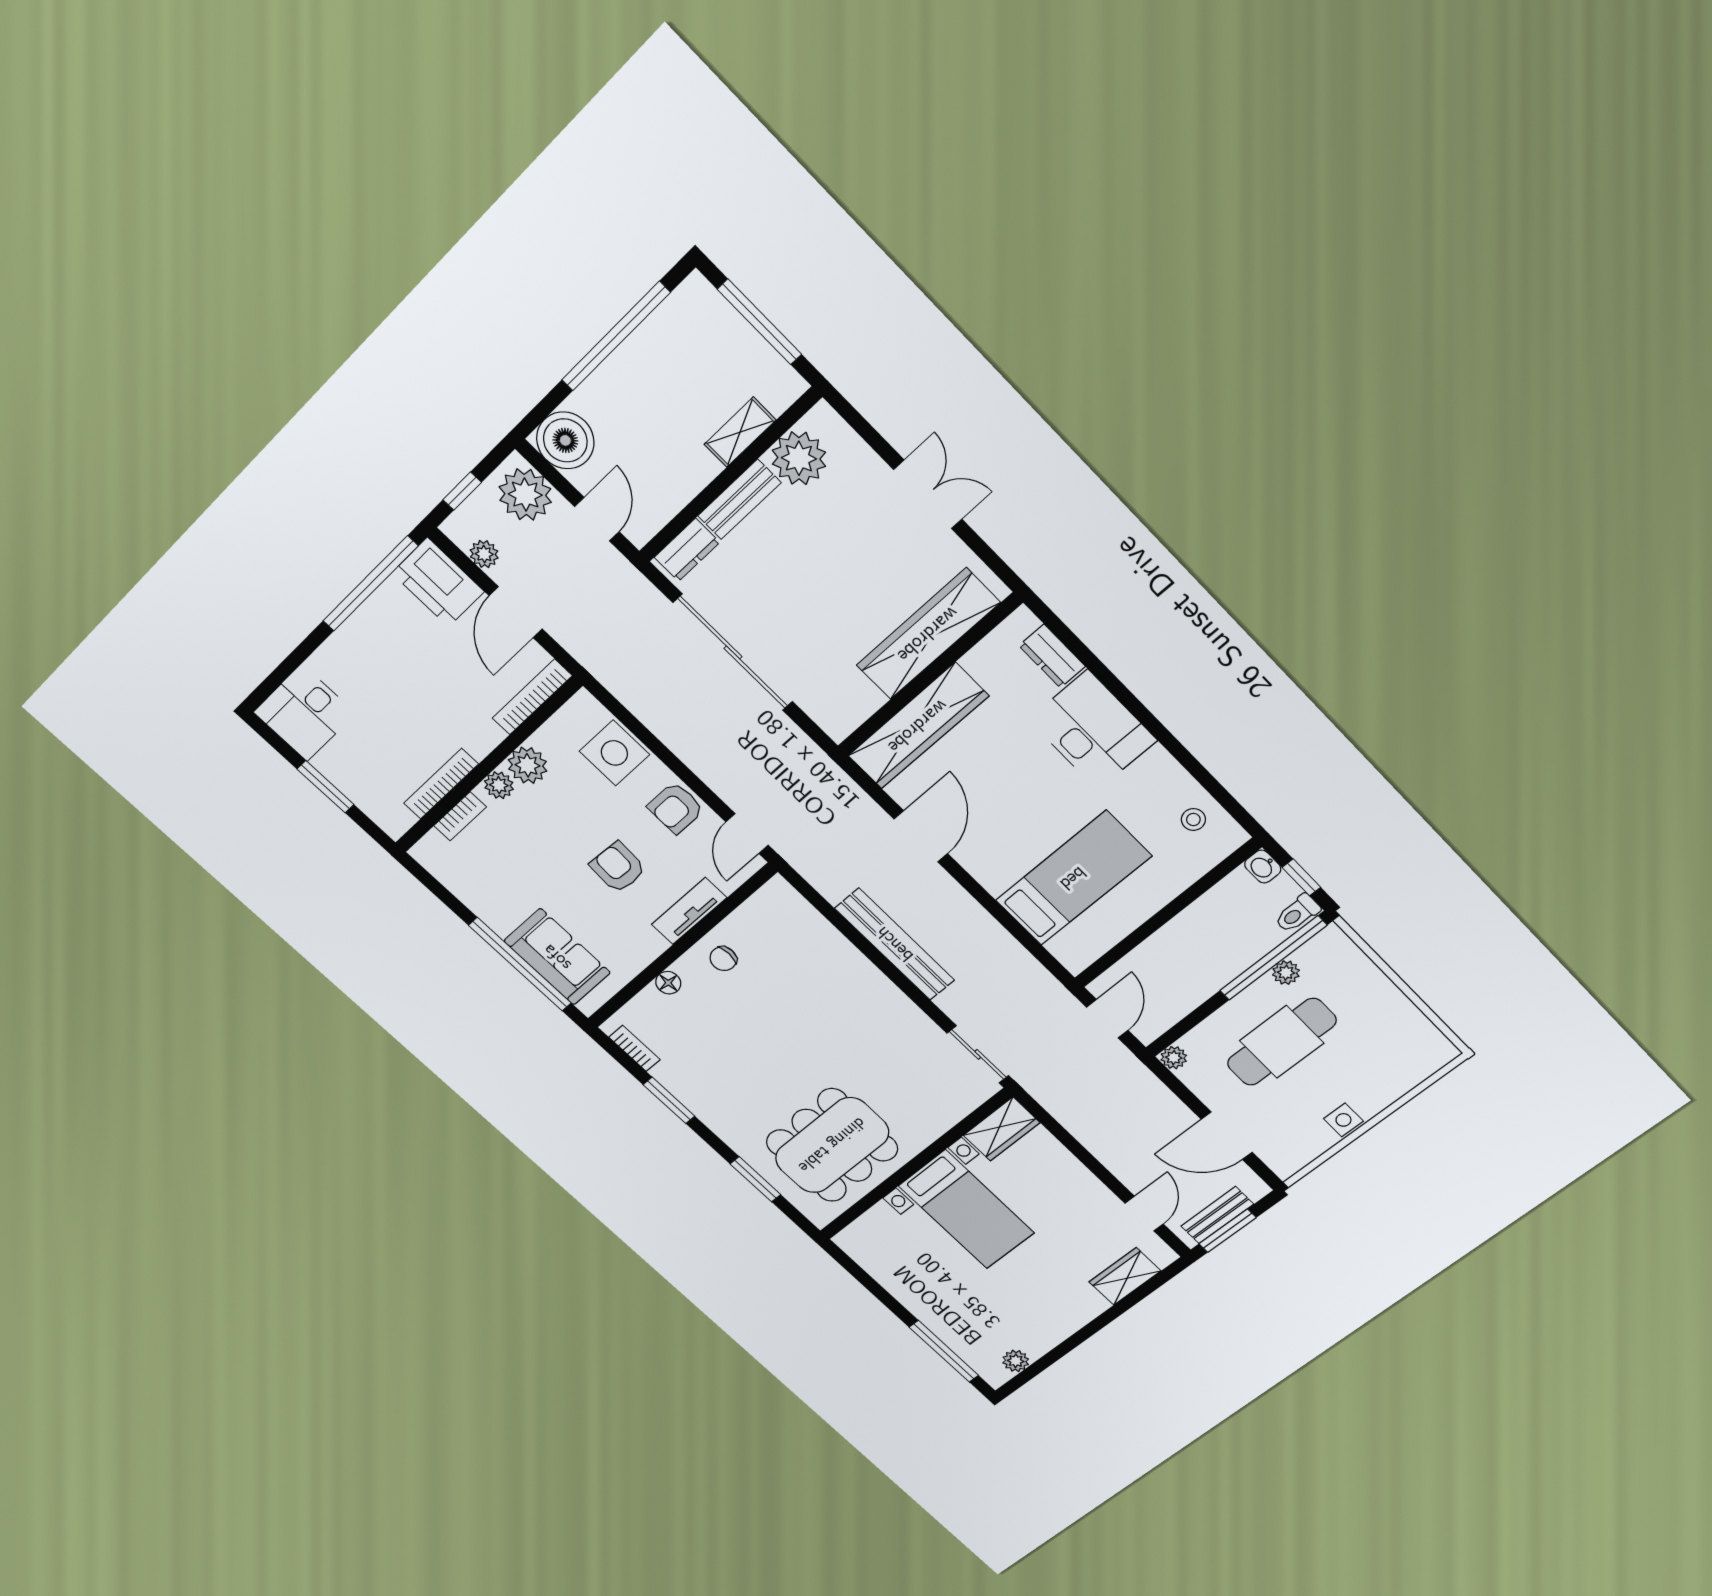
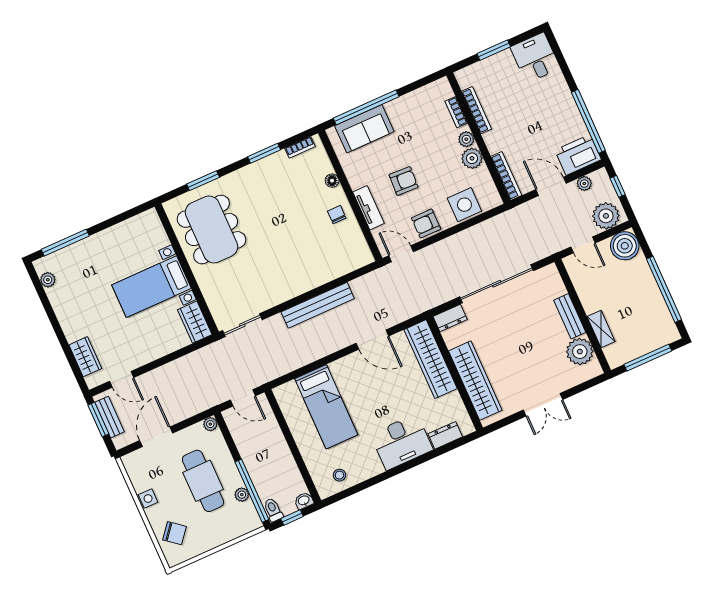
dresser: (687, 550) -> (450, 318), moved, turned -90
armchair: (676, 808) -> (426, 223), turned -90
chair: (1394, 1062) -> (174, 533), added

